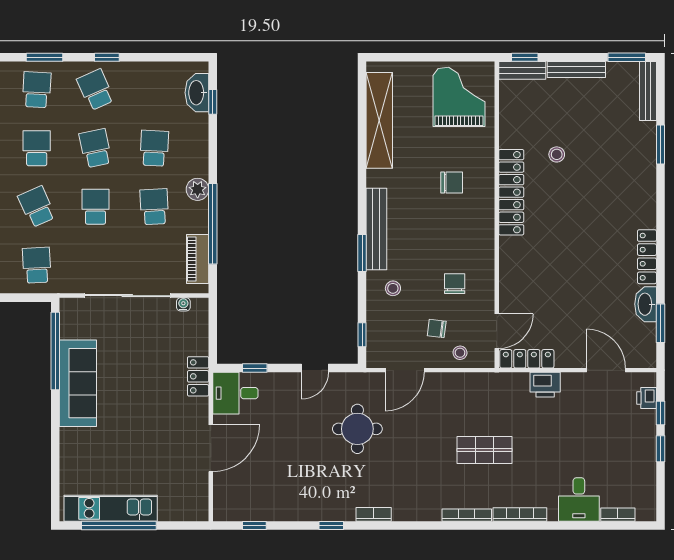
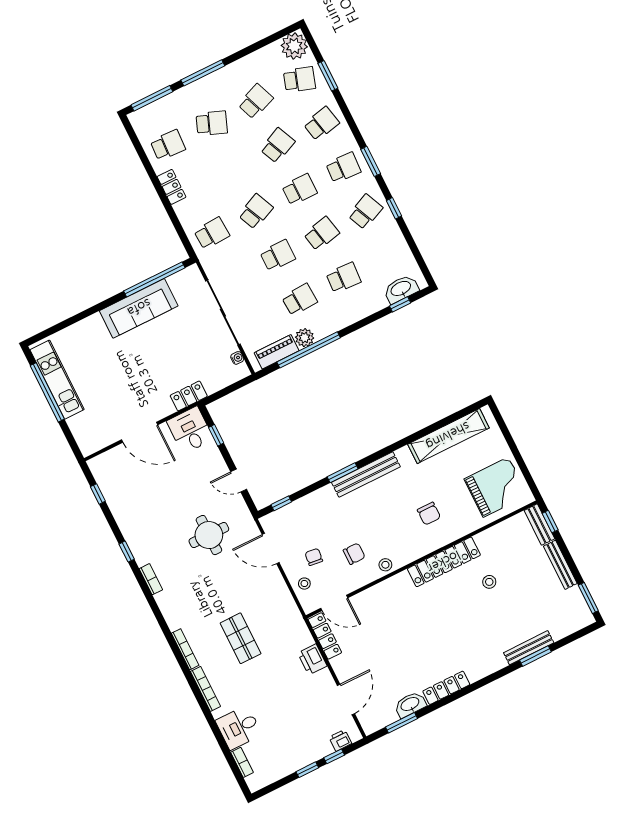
bench: (648, 91) -> (529, 648), moved
plant: (198, 189) -> (305, 338), moved
stool: (393, 288) -> (385, 565), moved

